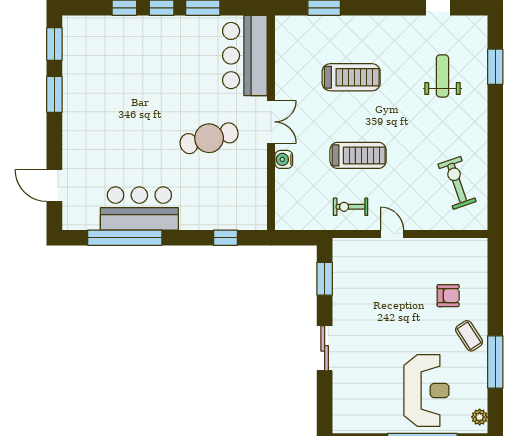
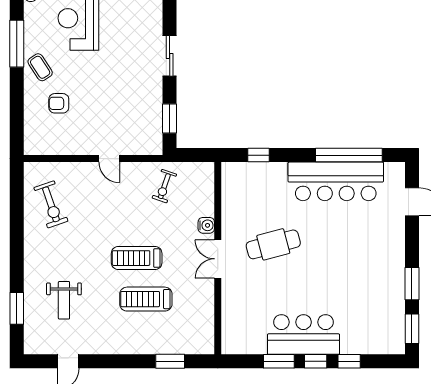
bar counter: (245, 56) -> (304, 334), moved, turned -90
treadmill: (358, 155) -> (137, 258), moved
exercise bike: (351, 207) -> (164, 186), moved, turned 109
bar counter: (139, 208) -> (336, 181), width x1.36

